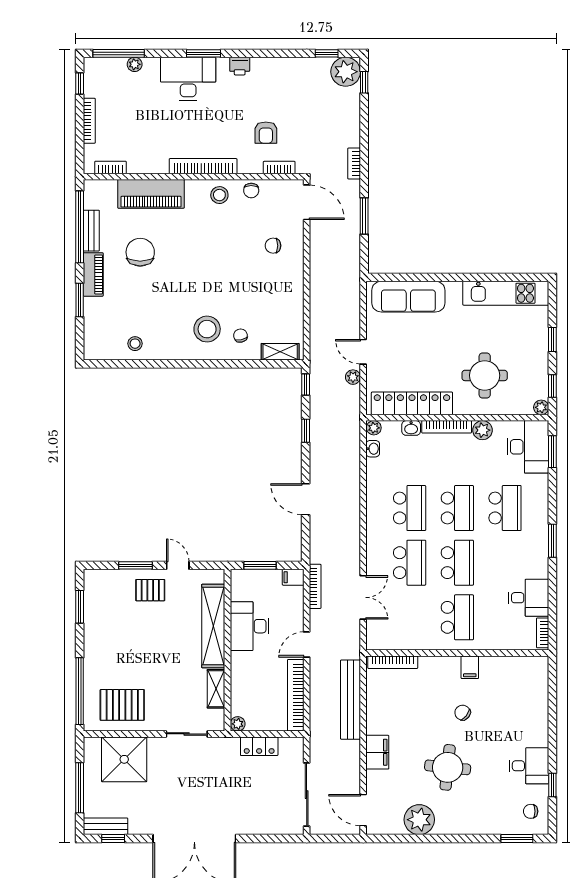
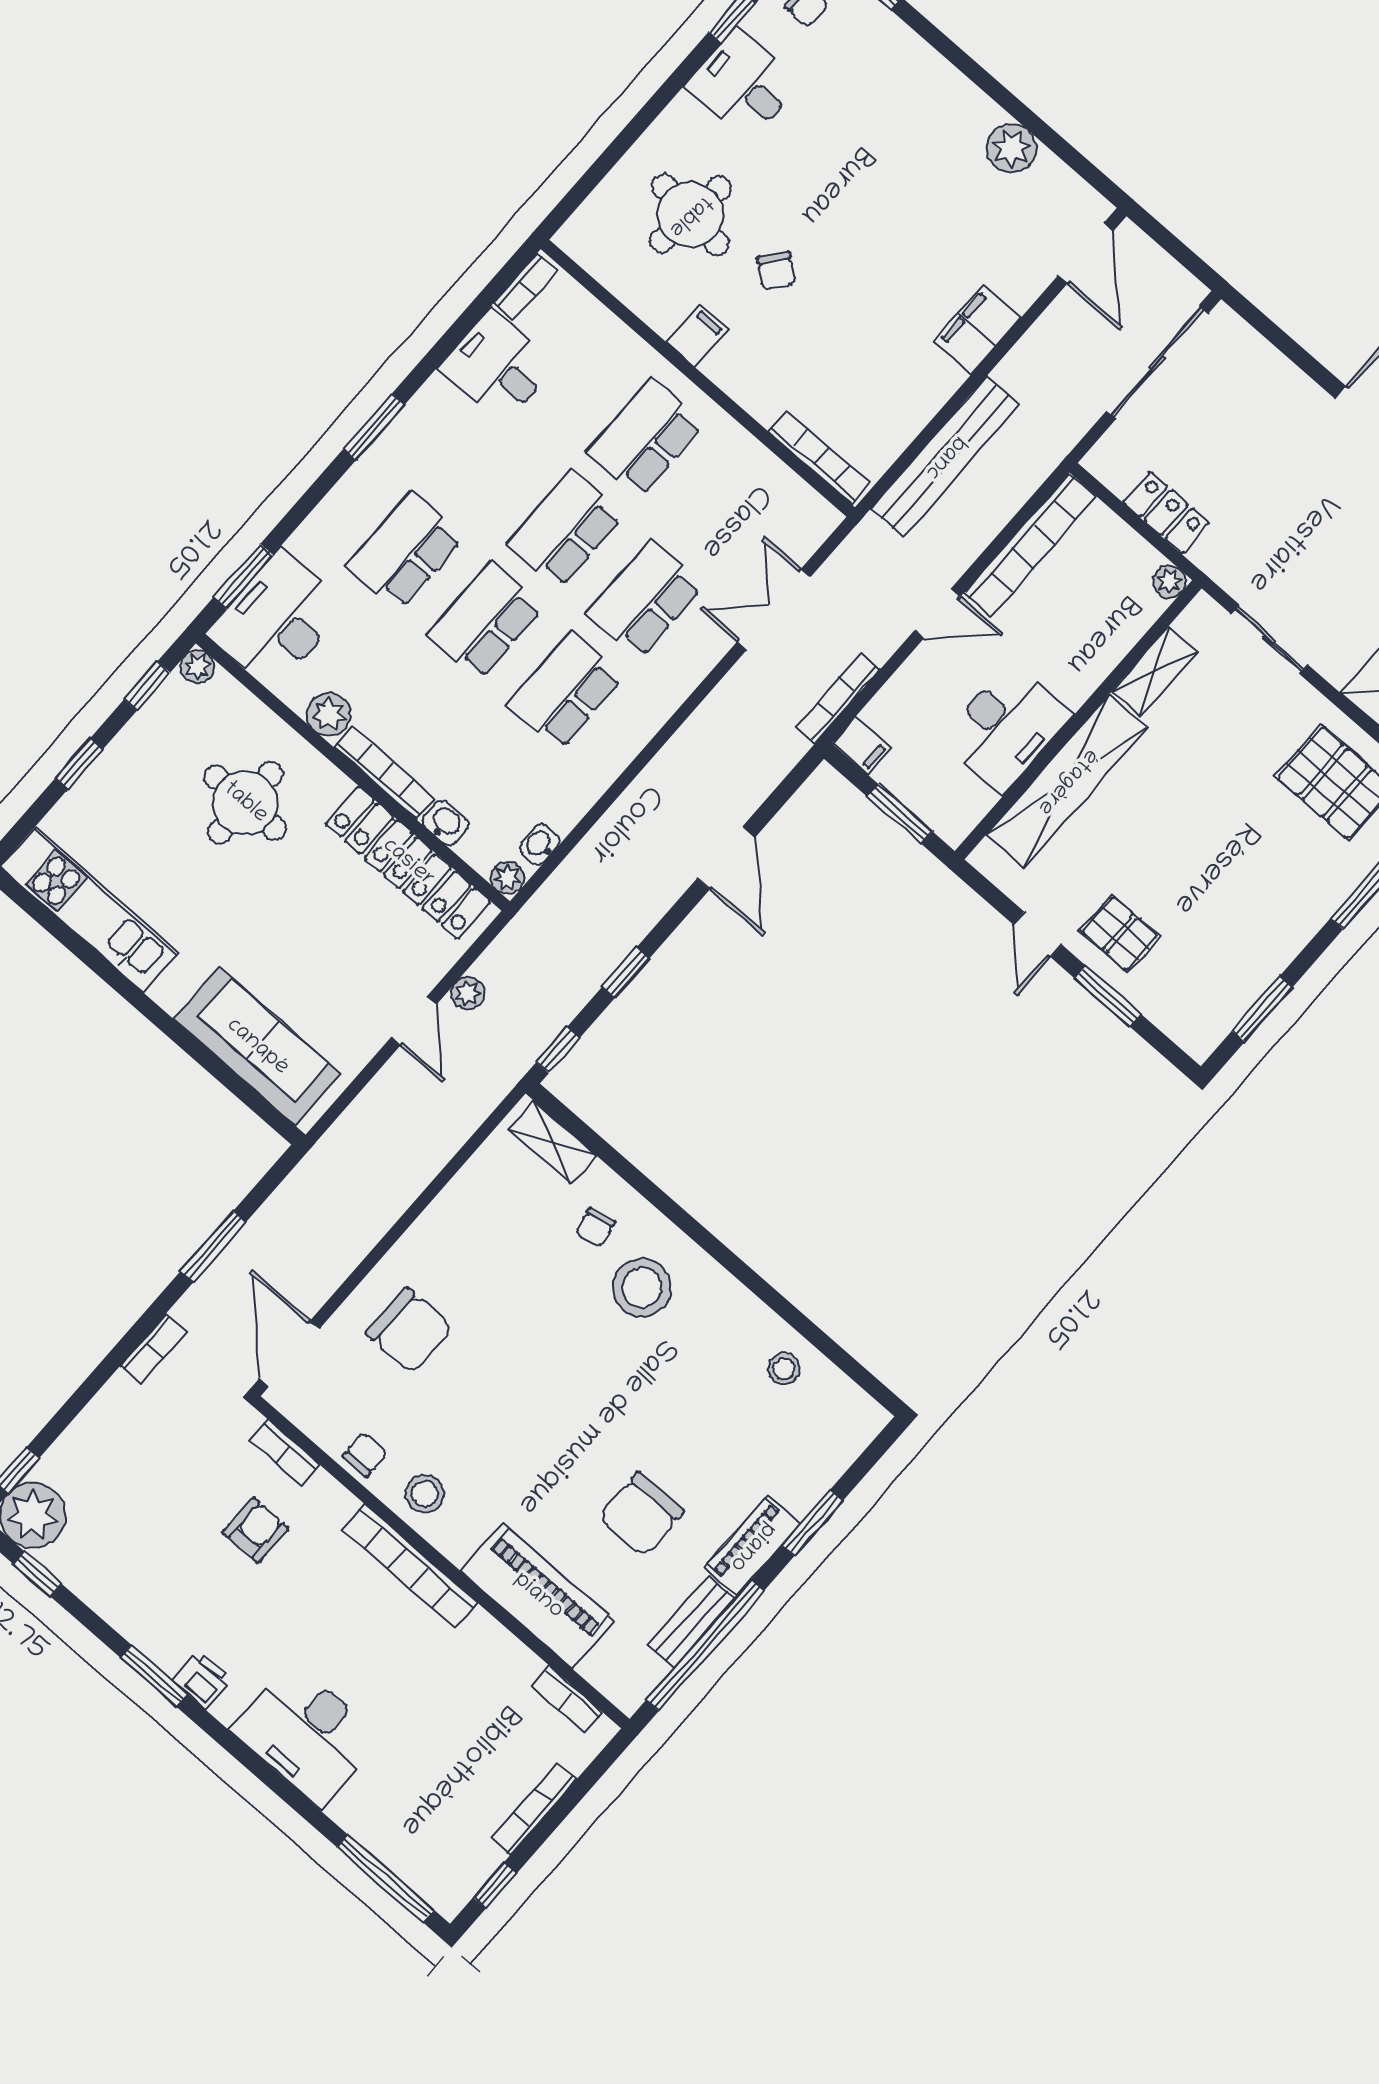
window: (203, 53) -> (154, 1676), moved
plant: (135, 64) -> (375, 1837), removed
chair: (273, 246) -> (409, 1330), width x1.87, depth x1.87
round table: (448, 767) -> (690, 215), moved
plant: (419, 820) -> (1012, 148), width x0.73, depth x0.73

